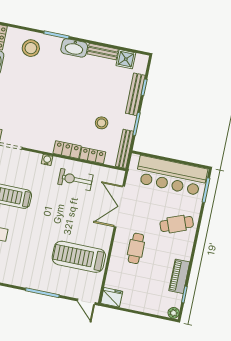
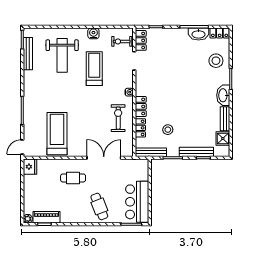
bar counter: (171, 176) -> (137, 202), width x0.73
piano: (179, 276) -> (46, 217), moved

